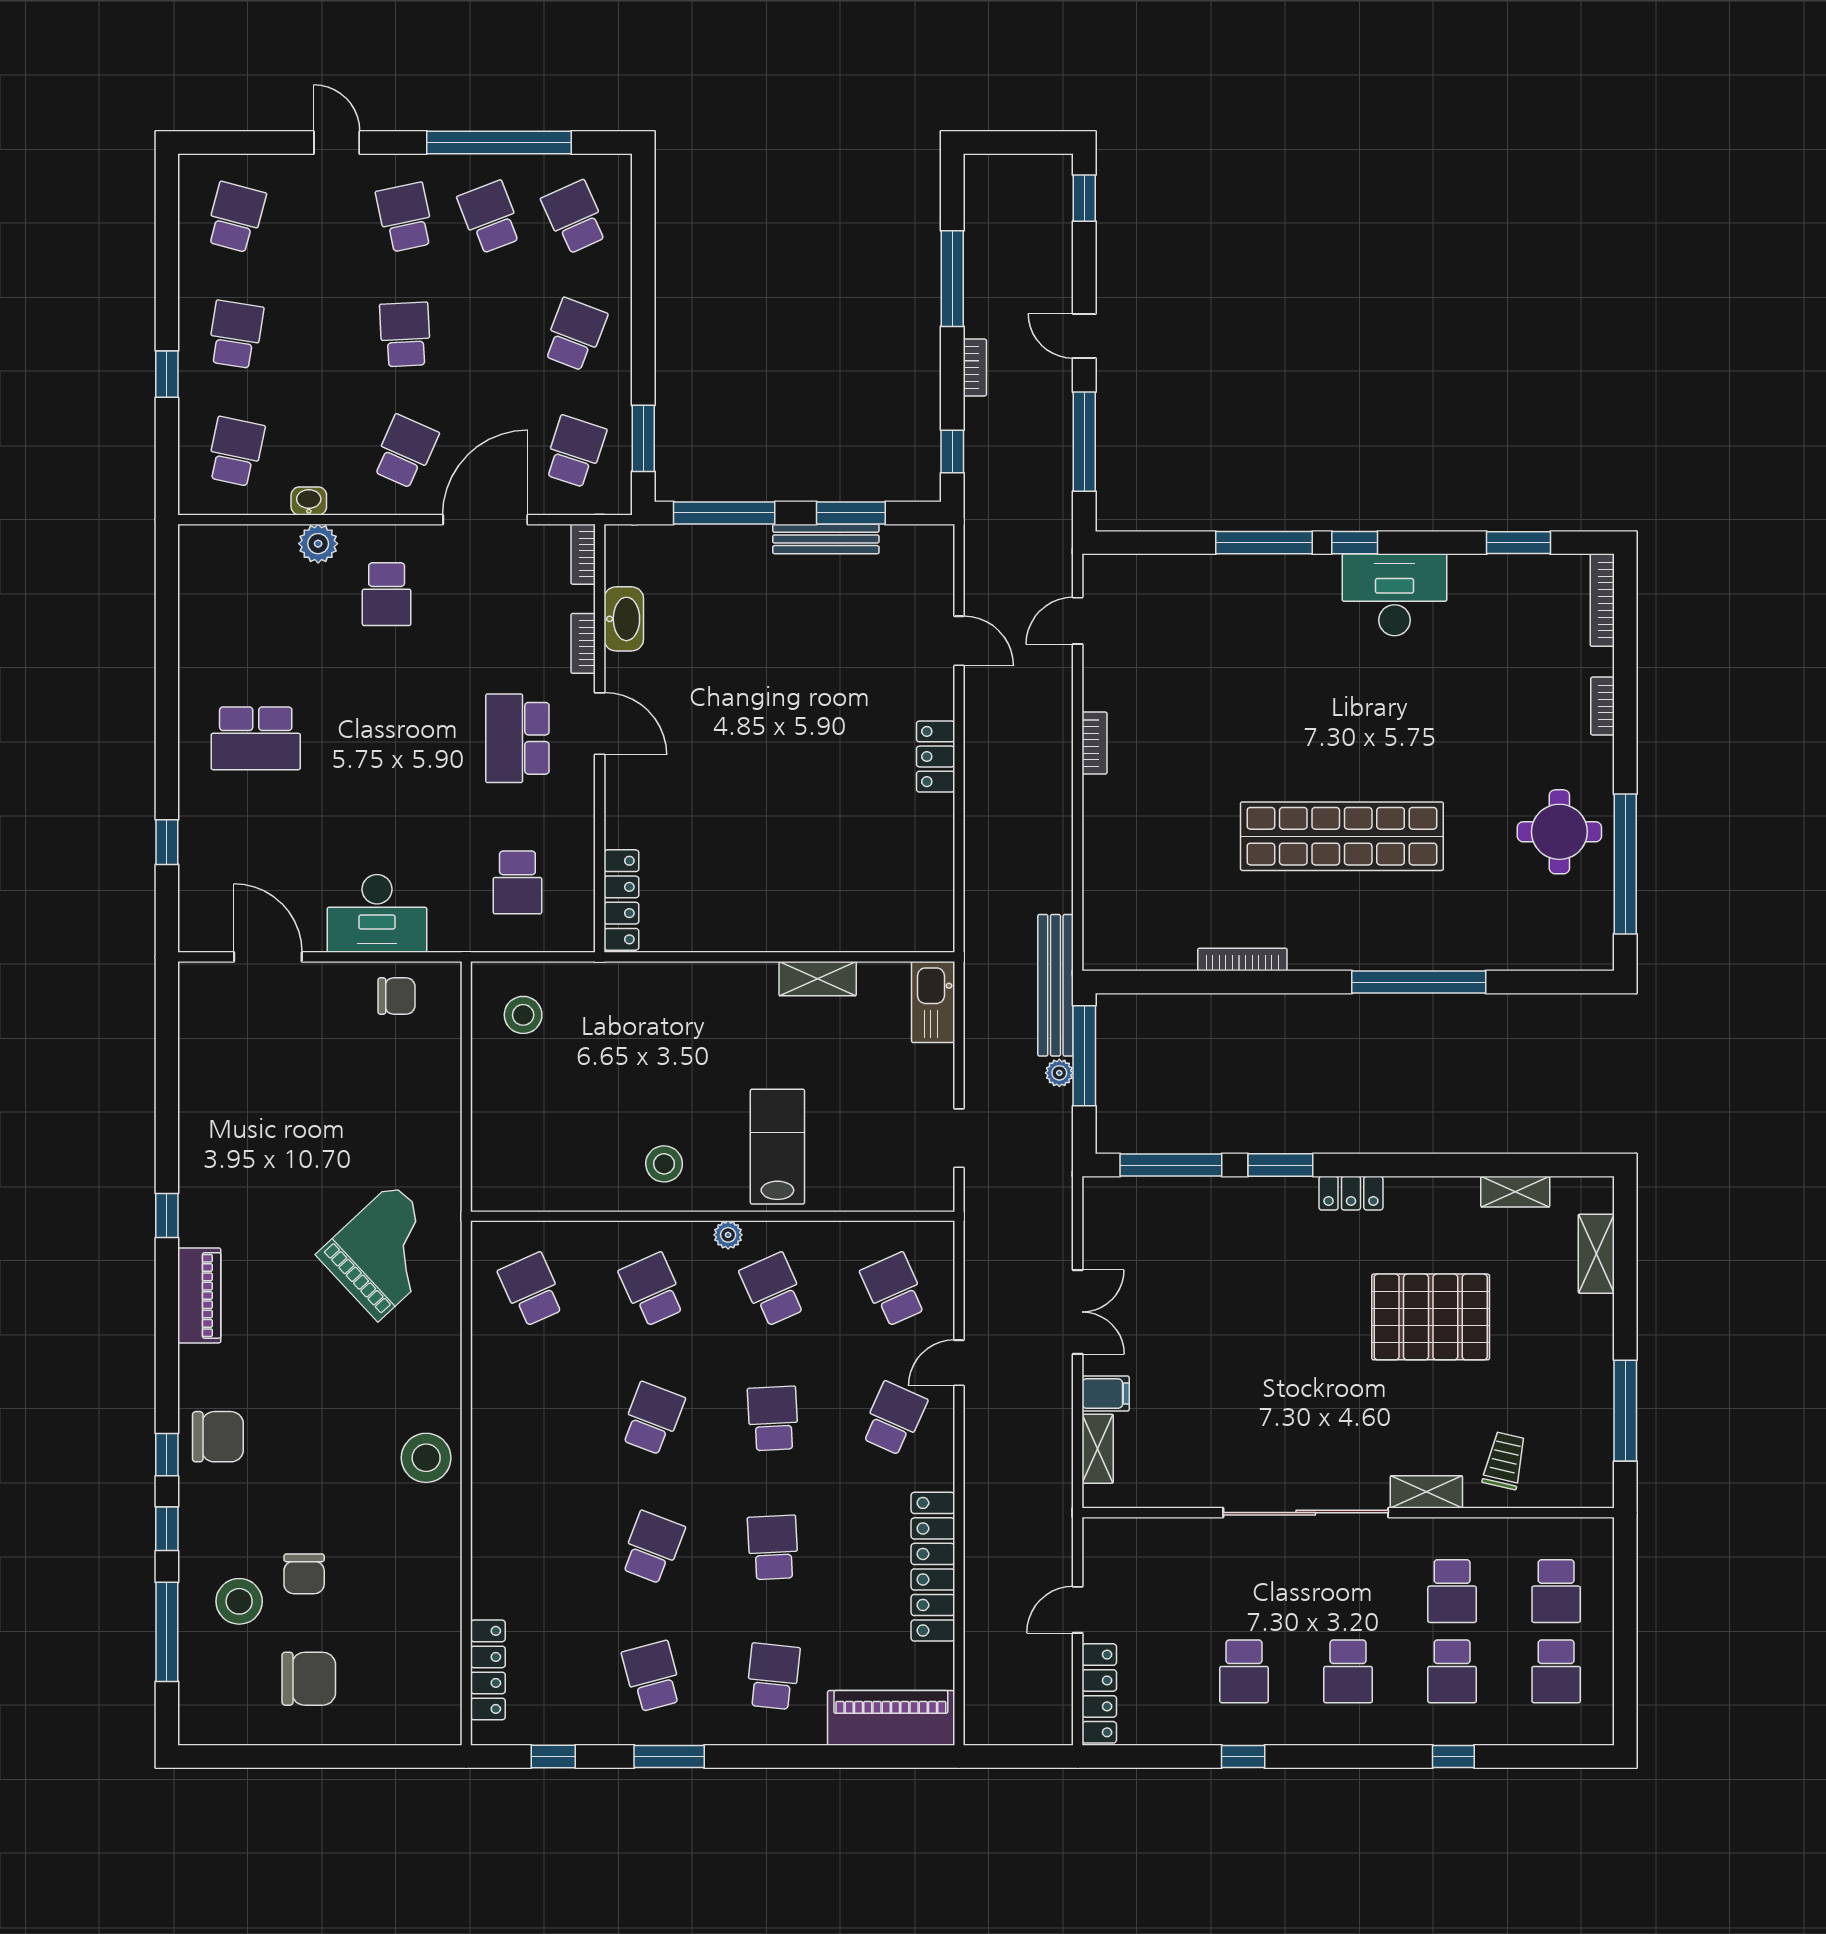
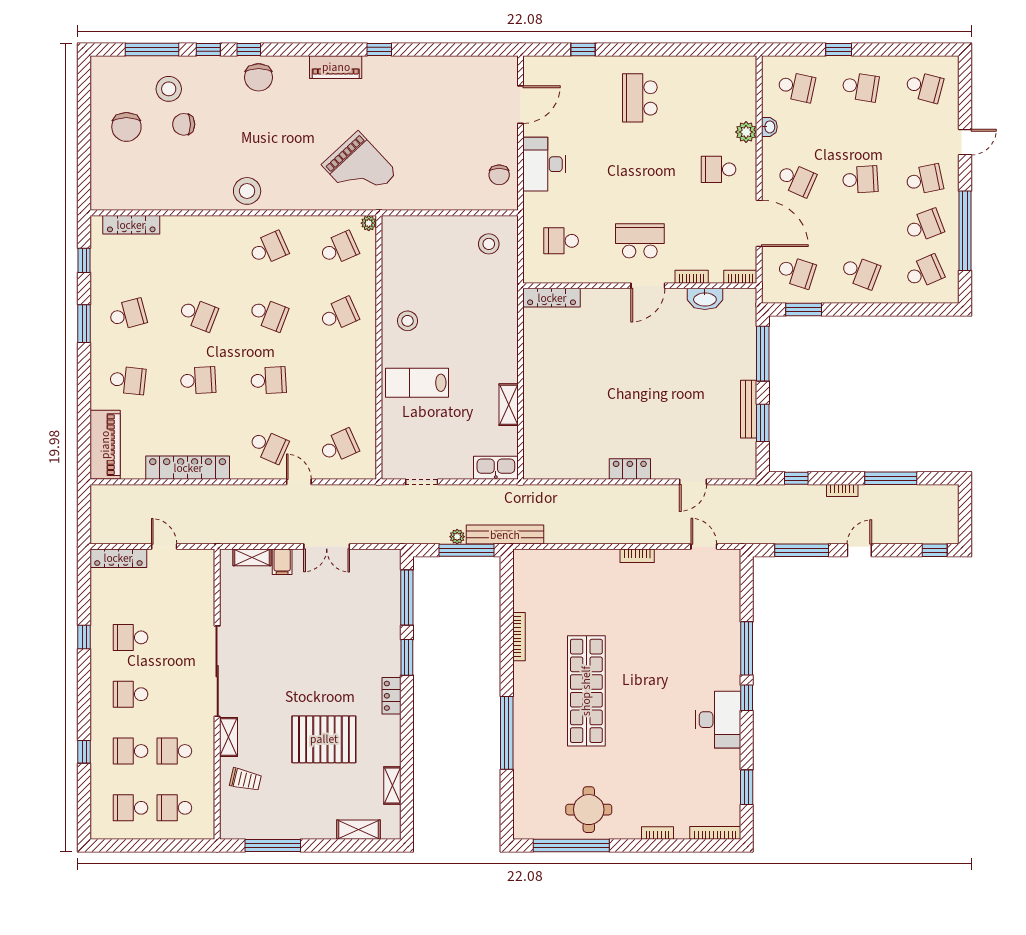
lab bench: (777, 1147) -> (417, 383), turned 180
plant: (728, 1235) -> (369, 223), moved
school desk: (773, 1290) -> (268, 249), moved
pallet: (1431, 1317) -> (324, 739), turned 90

